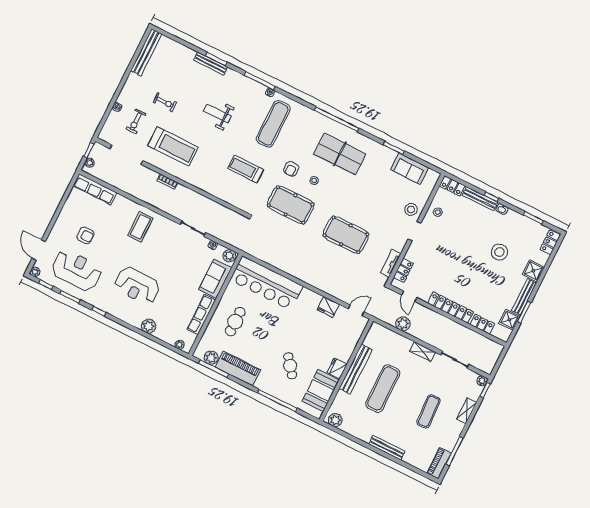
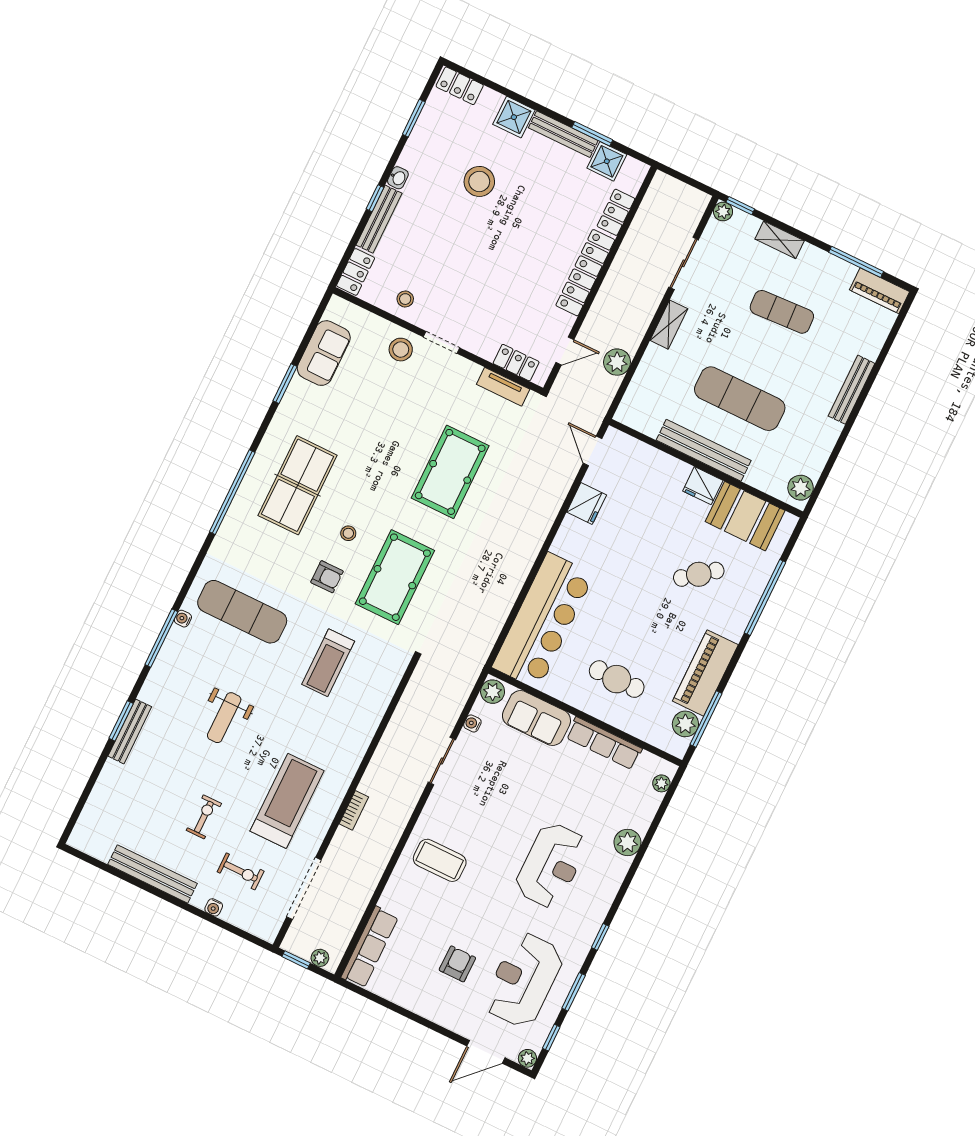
bench: (146, 52) -> (152, 874), moved

